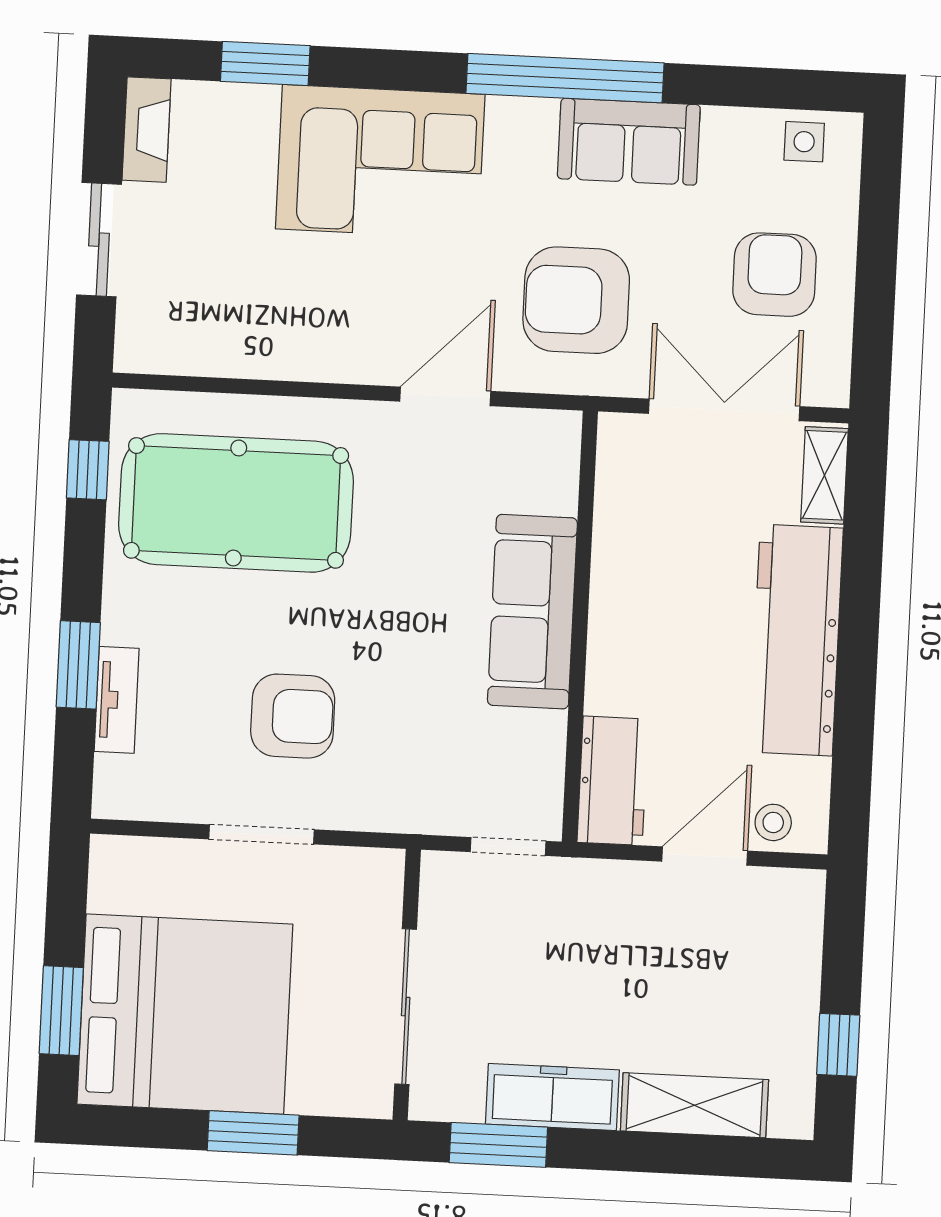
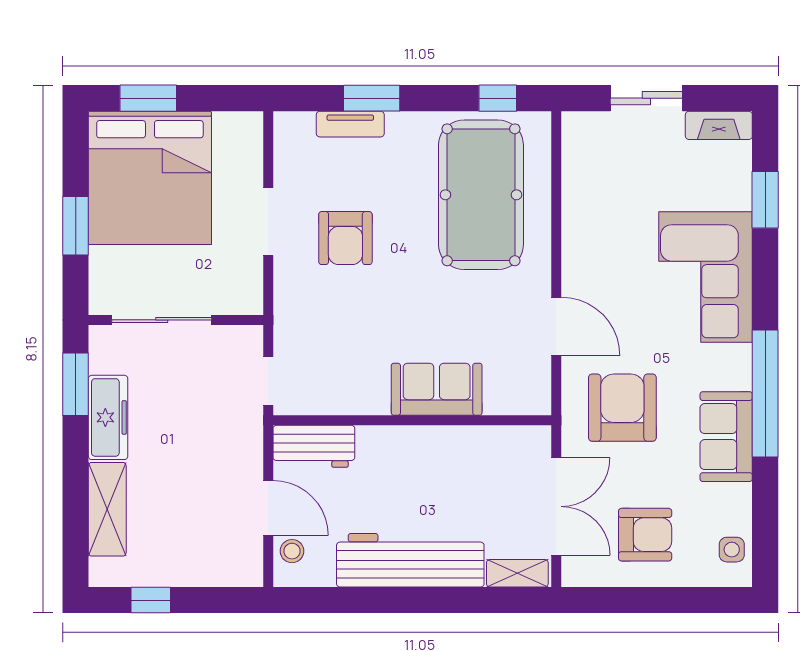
sofa: (532, 612) -> (437, 389), width x0.73

